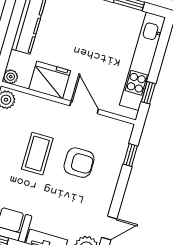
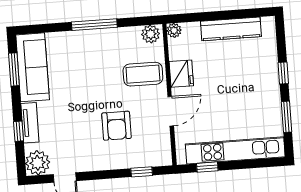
fridge: (50, 80) -> (181, 74), width x0.73, depth x0.75
coffee table: (37, 154) -> (143, 74), moved

